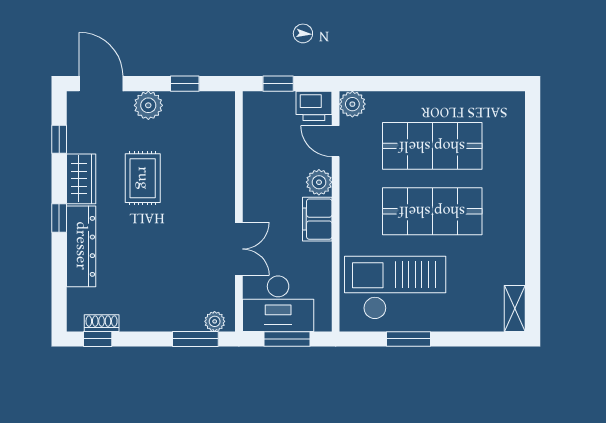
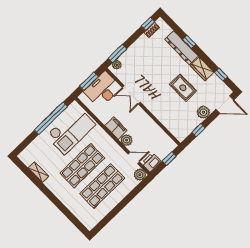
window: (59, 218) -> (189, 42), moved
shelving: (515, 308) -> (38, 172), moved
window: (408, 339) -> (51, 118), width x2.11

